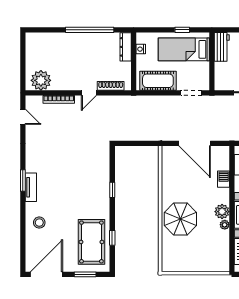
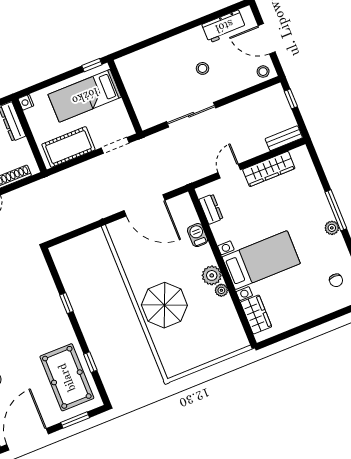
window: (182, 30) -> (92, 65), moved
workbench: (222, 47) -> (130, 74), removed
nightstand: (141, 49) -> (26, 102), moved

